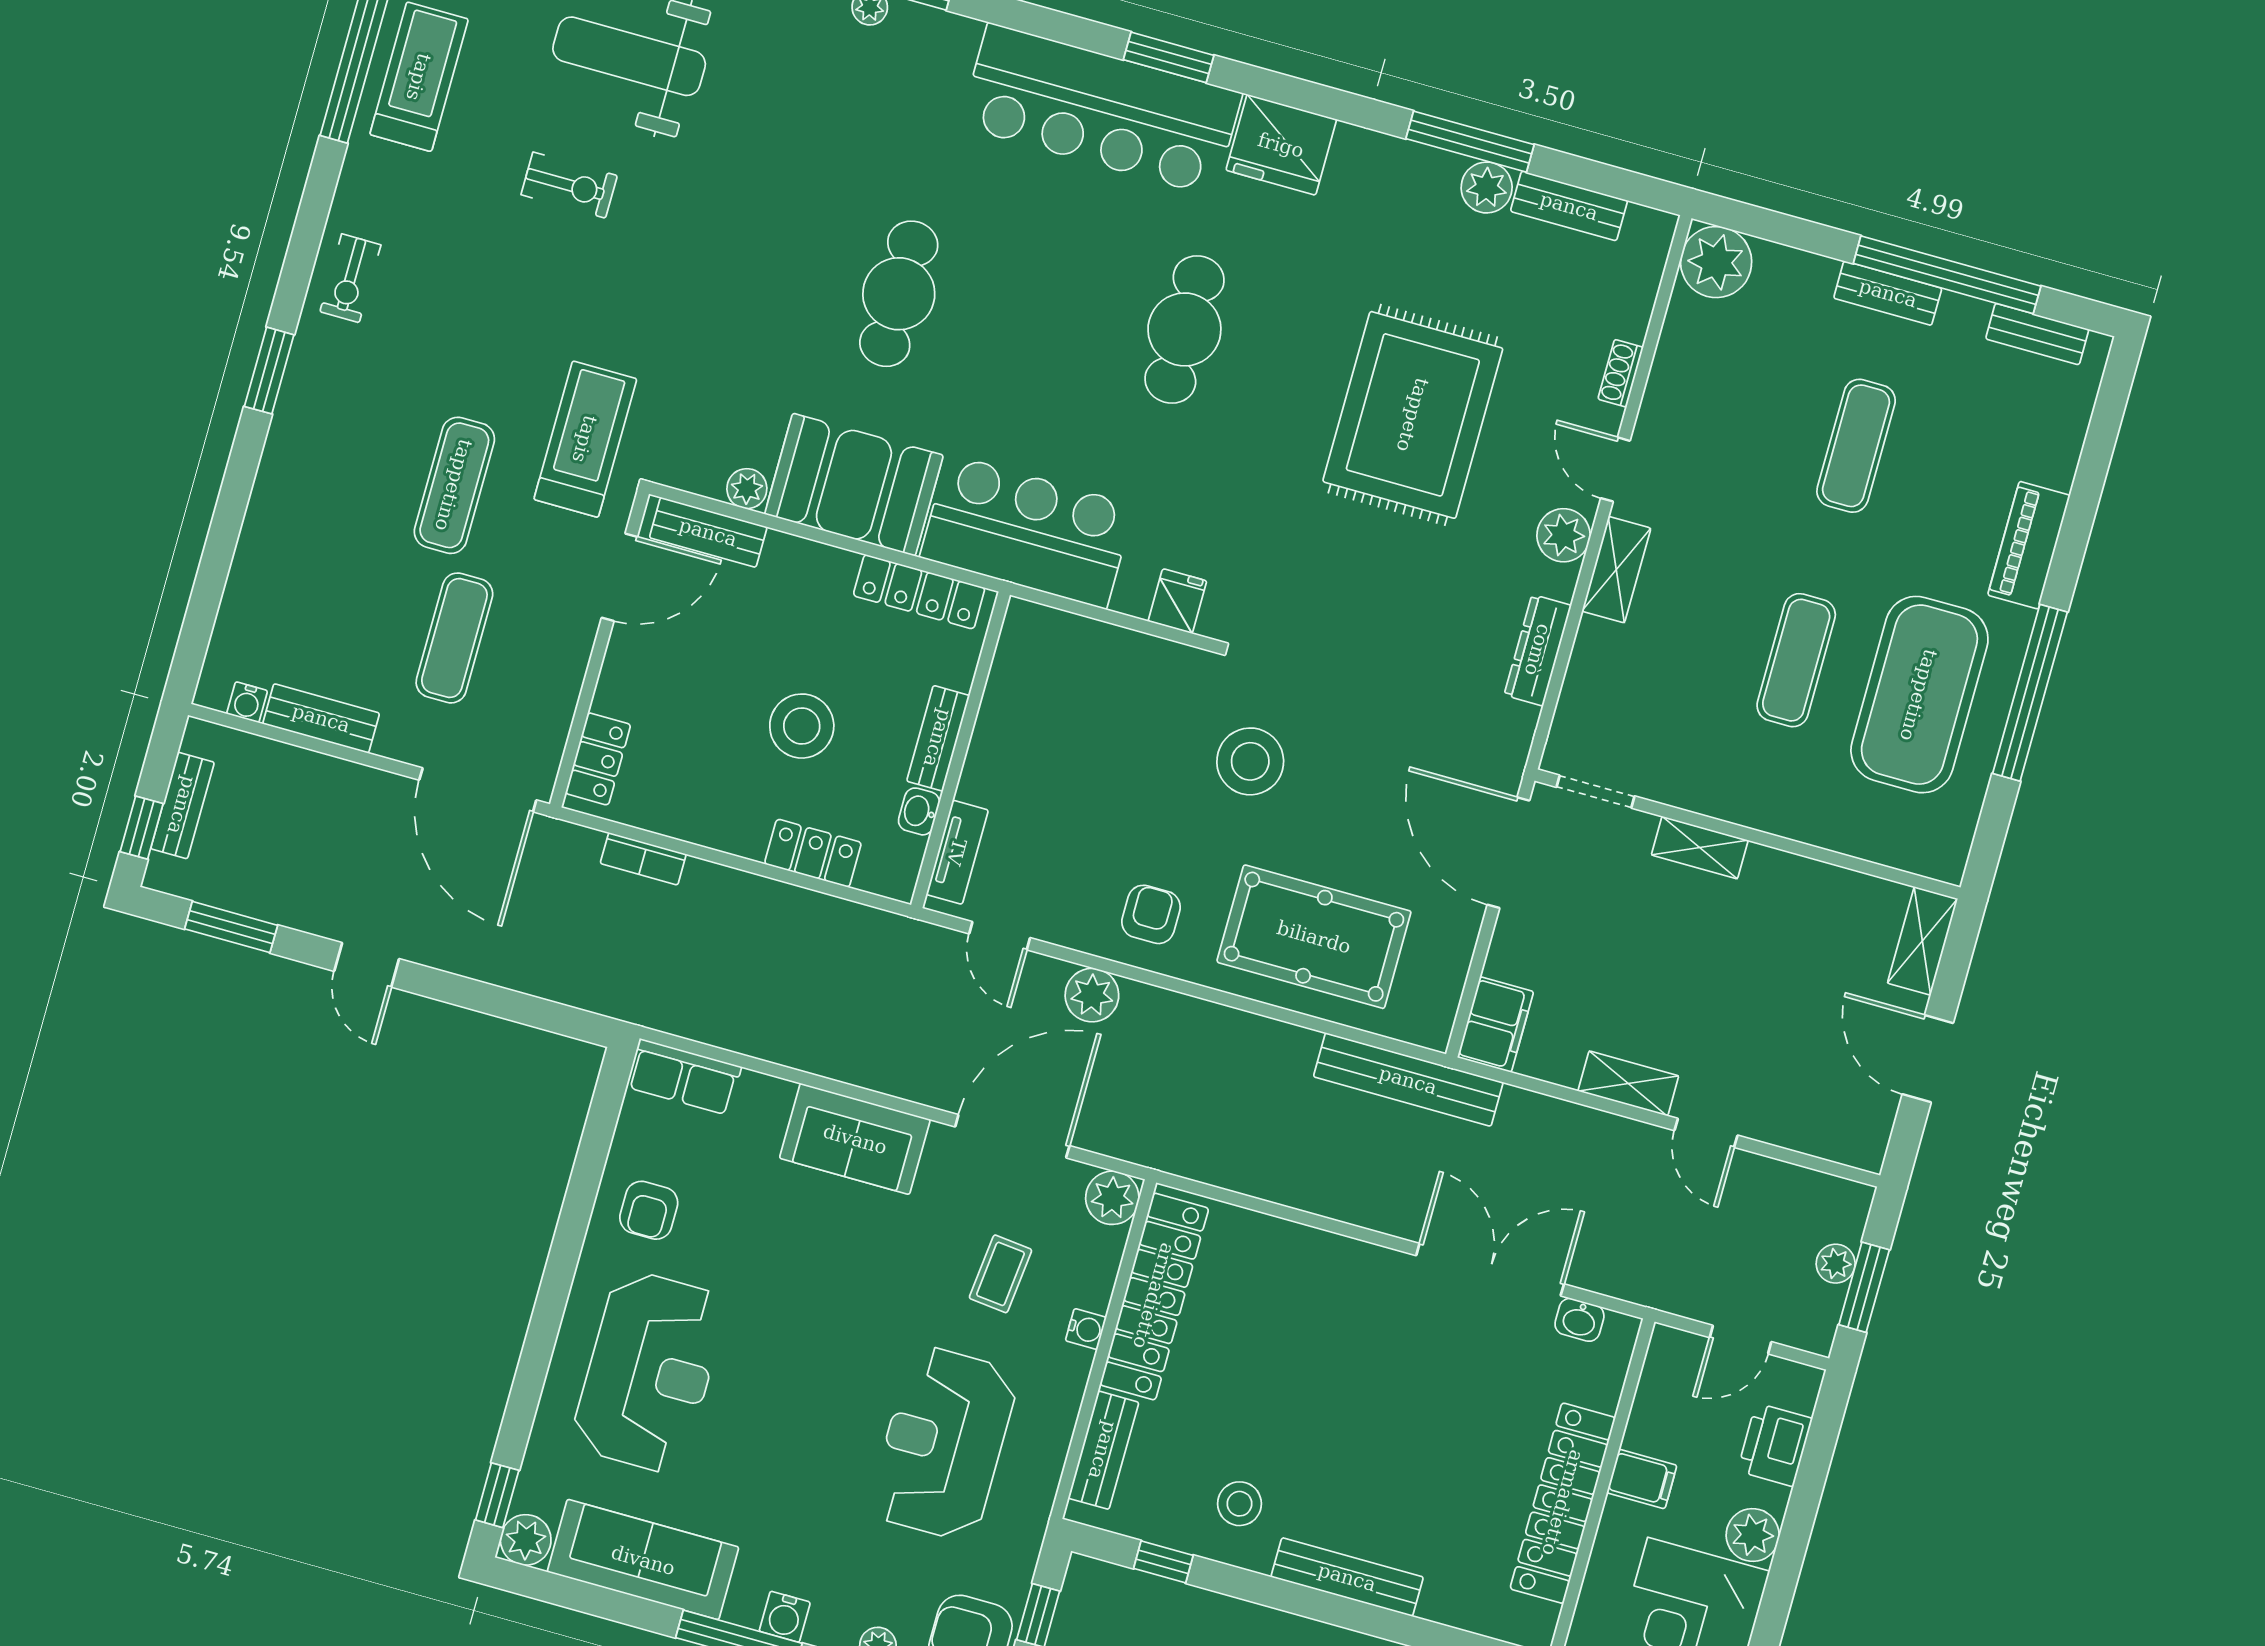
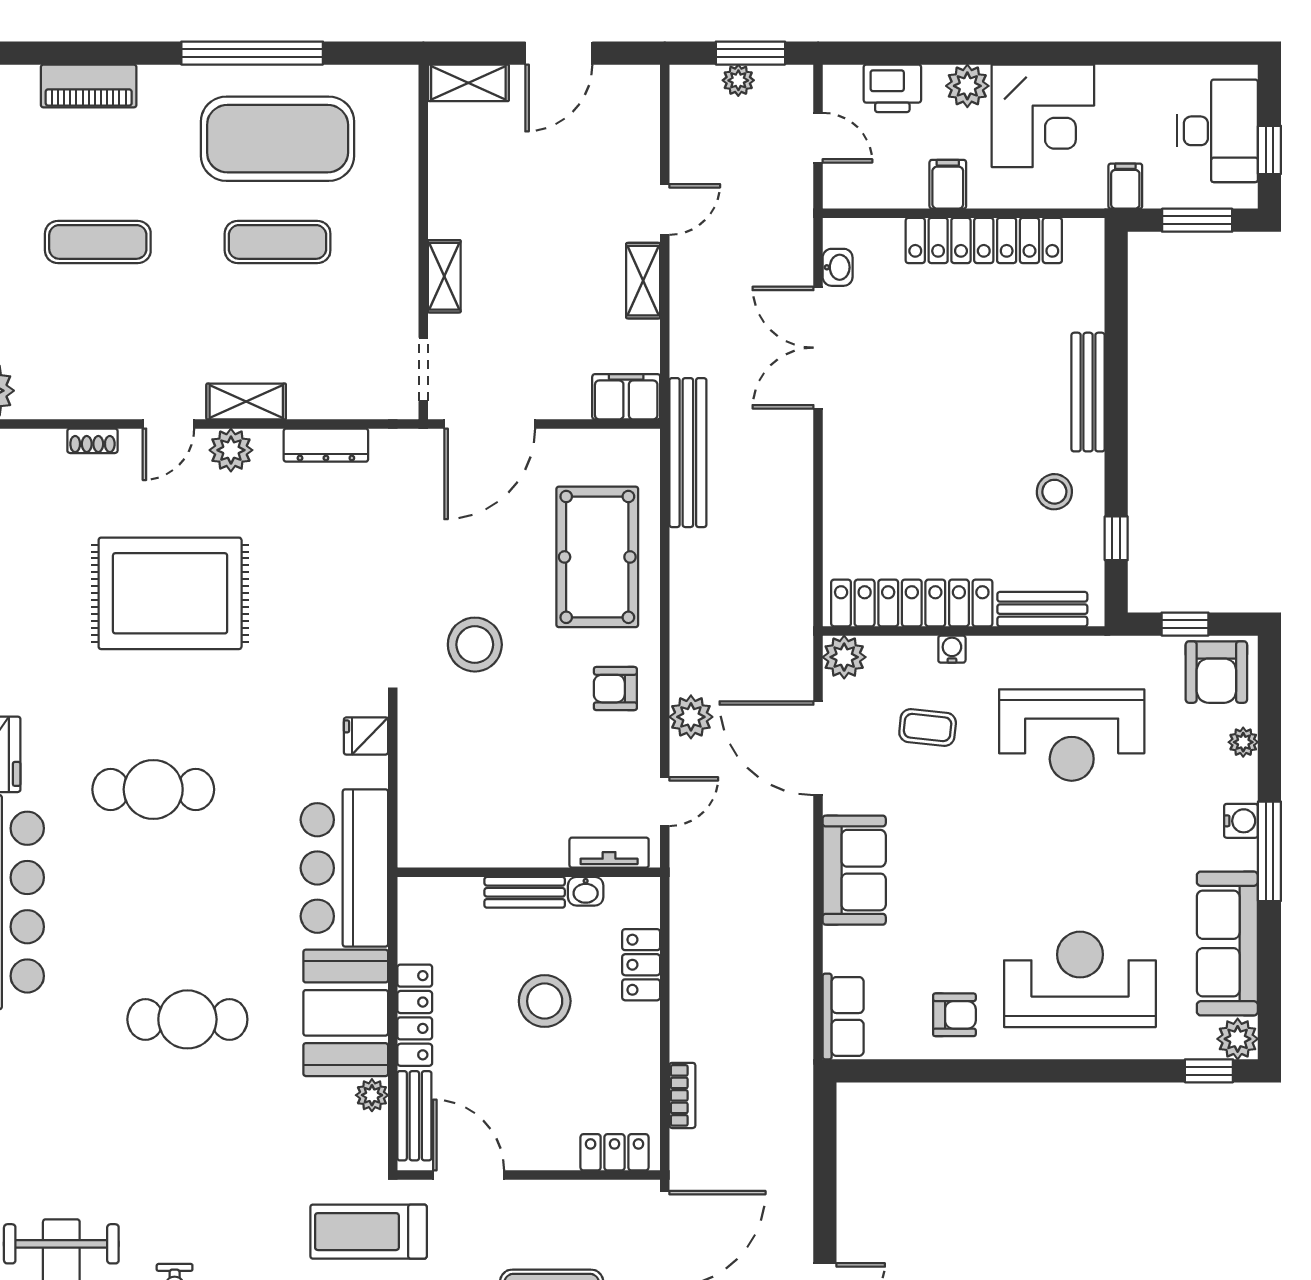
piano: (2029, 545) -> (89, 86), moved
locker: (919, 592) -> (415, 1015), moved

